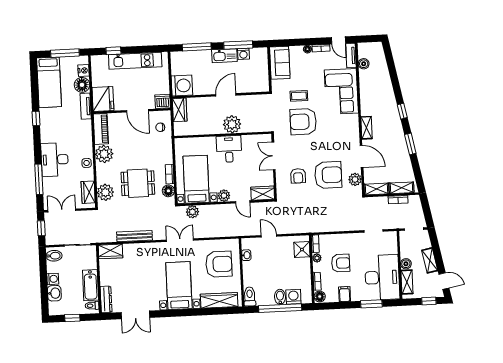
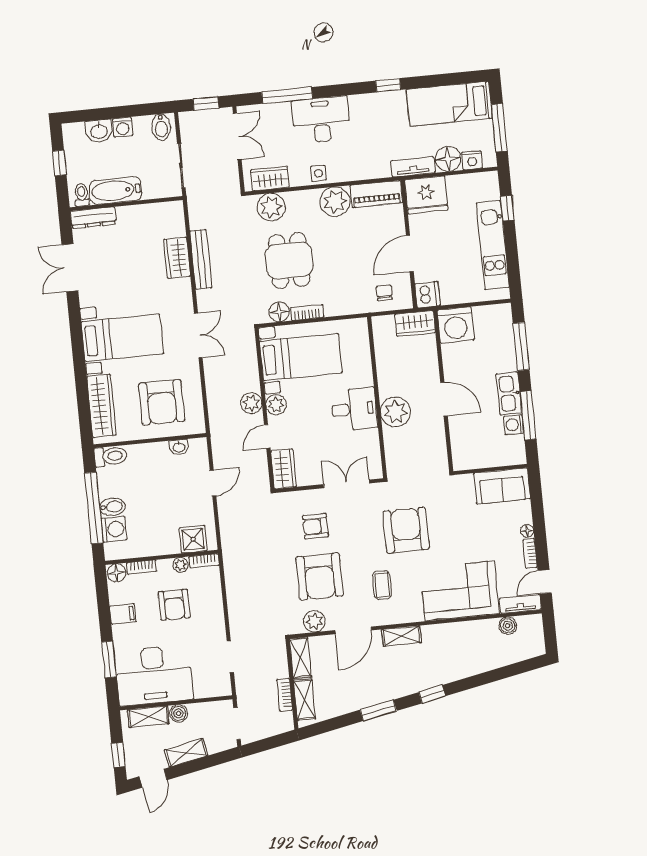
coffee table: (299, 96) -> (382, 585), moved
plant: (192, 212) -> (251, 403), moved
wardrobe: (110, 251) -> (177, 258), moved

